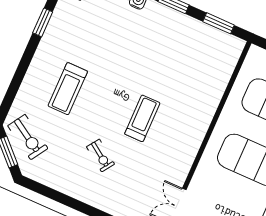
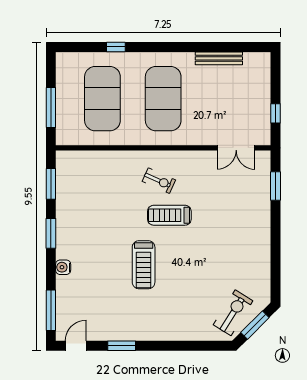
treadmill: (68, 89) -> (144, 265), moved, turned 90
exercise bike: (101, 156) -> (159, 181), moved, turned 79

